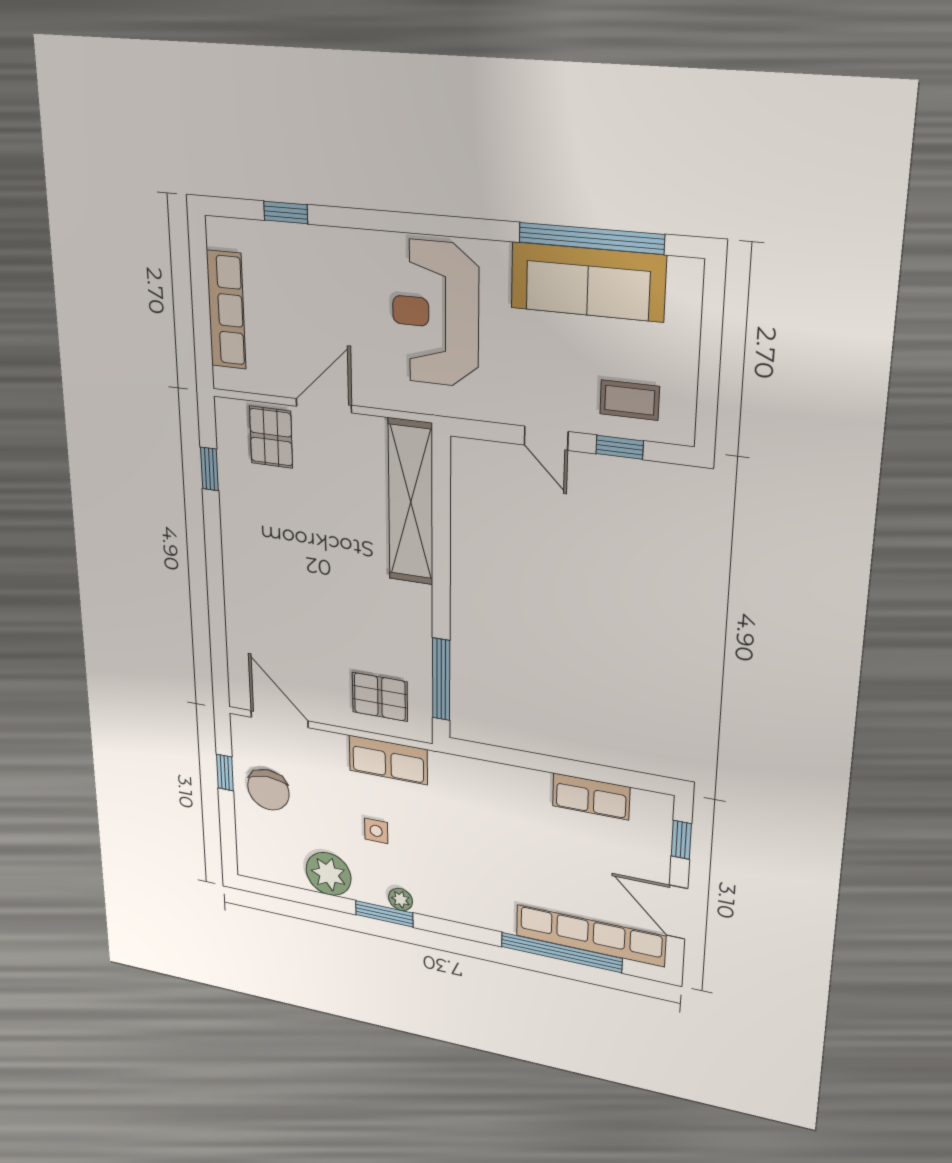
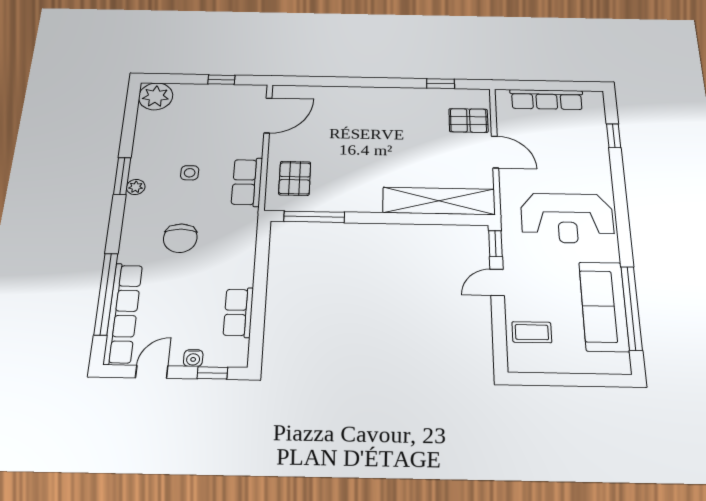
reception desk: (435, 313) -> (567, 218), turned 180
coffee table: (630, 400) -> (532, 332), turned 90
window: (620, 447) -> (495, 244), moved
chair: (268, 790) -> (180, 238), moved, turned -90
water cooler: (658, 860) -> (193, 358), added
plant: (329, 874) -> (156, 96), moved
door: (677, 912) -> (152, 372), width x0.73

